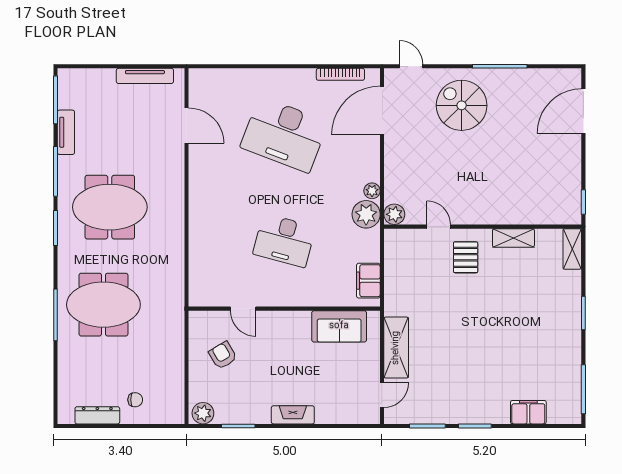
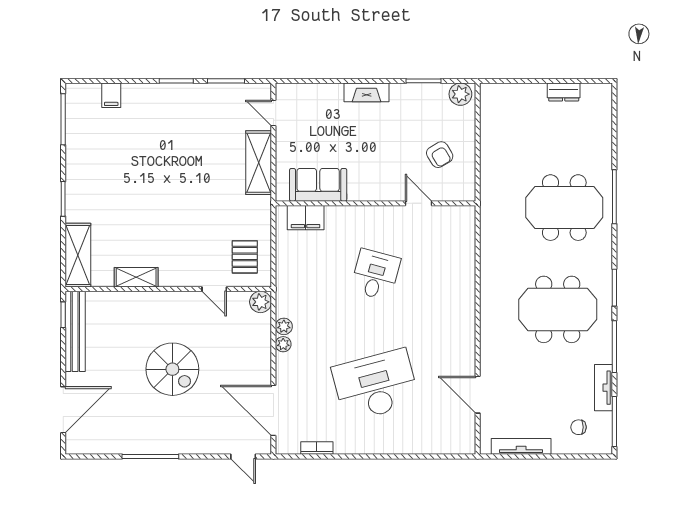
bookcase: (340, 74) -> (317, 448), width x0.64
spiral stairs: (462, 105) -> (172, 369), moved
door: (382, 110) -> (273, 410), swing flipped
desk: (284, 135) -> (376, 385), turned -36
bench: (572, 186) -> (75, 331), added
plant: (366, 214) -> (283, 344), moved, width x0.53, depth x0.53
desk: (284, 240) -> (376, 275), width x0.73
shelving: (572, 249) -> (78, 255), width x1.50, depth x1.33
pallet: (466, 257) -> (245, 257), moved
filing cabinet: (368, 281) -> (306, 218), moved, turned 90
door: (382, 395) -> (273, 113), hinge flipped
chair: (135, 400) -> (579, 427), moved
filing cabinet: (528, 412) -> (111, 95), width x0.50
dresser: (97, 415) -> (564, 92), width x0.70

